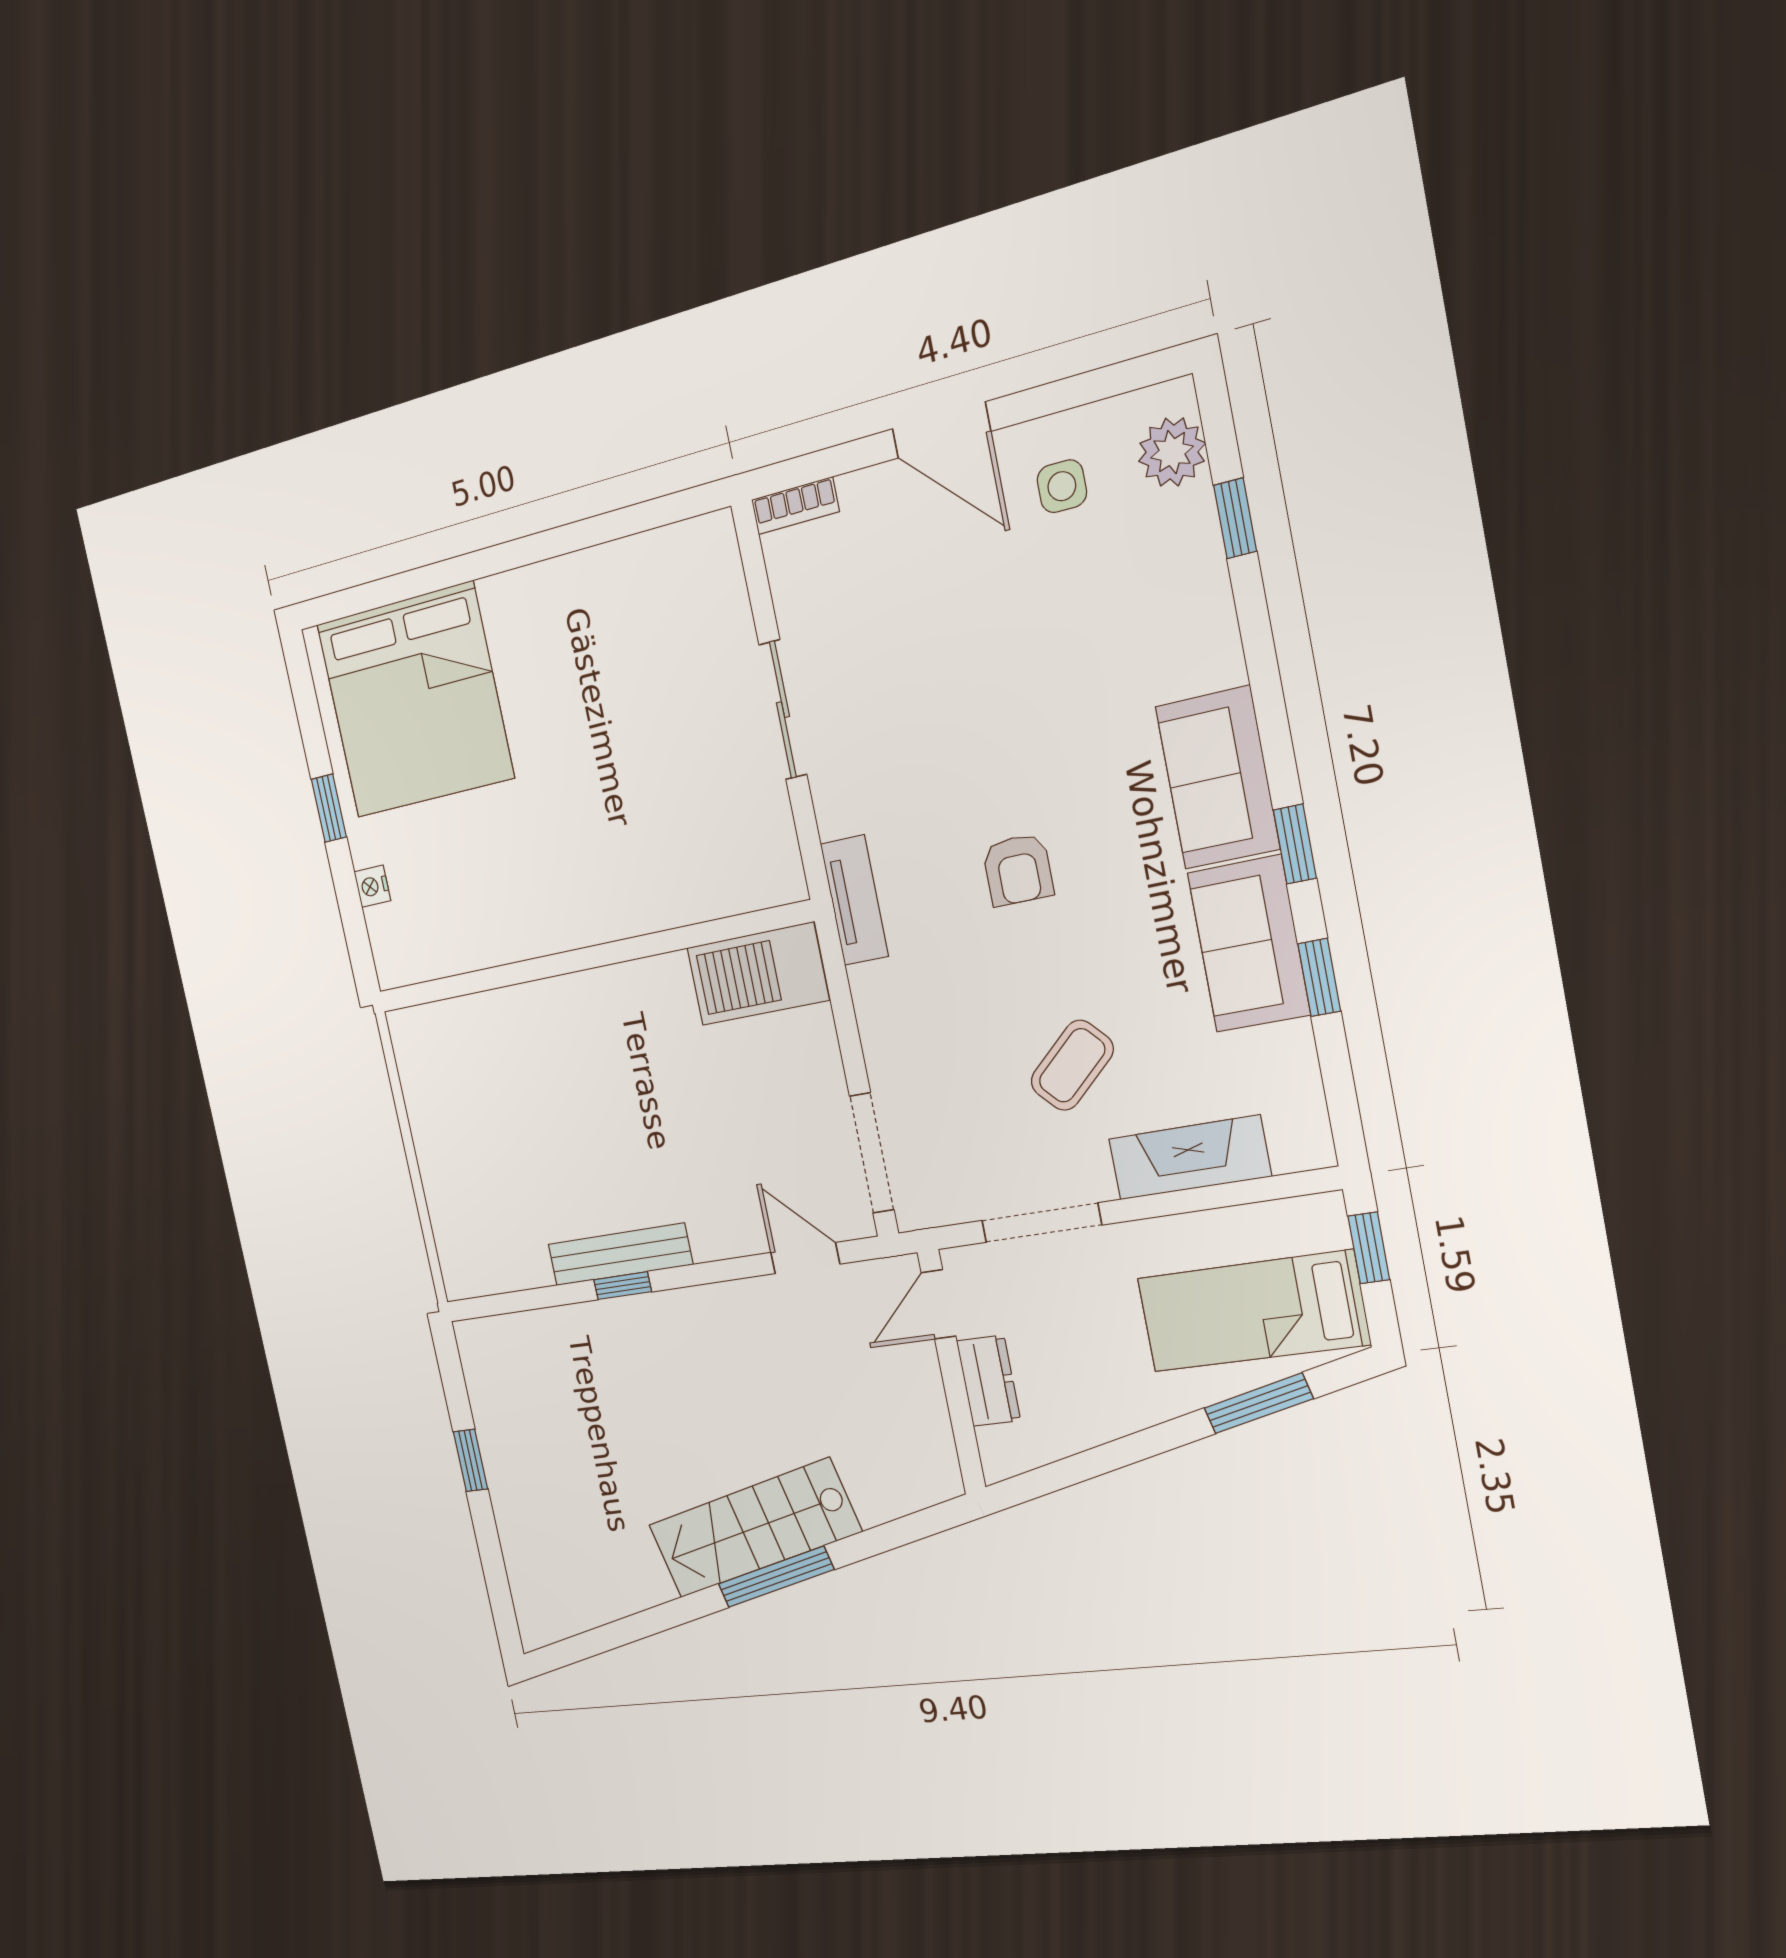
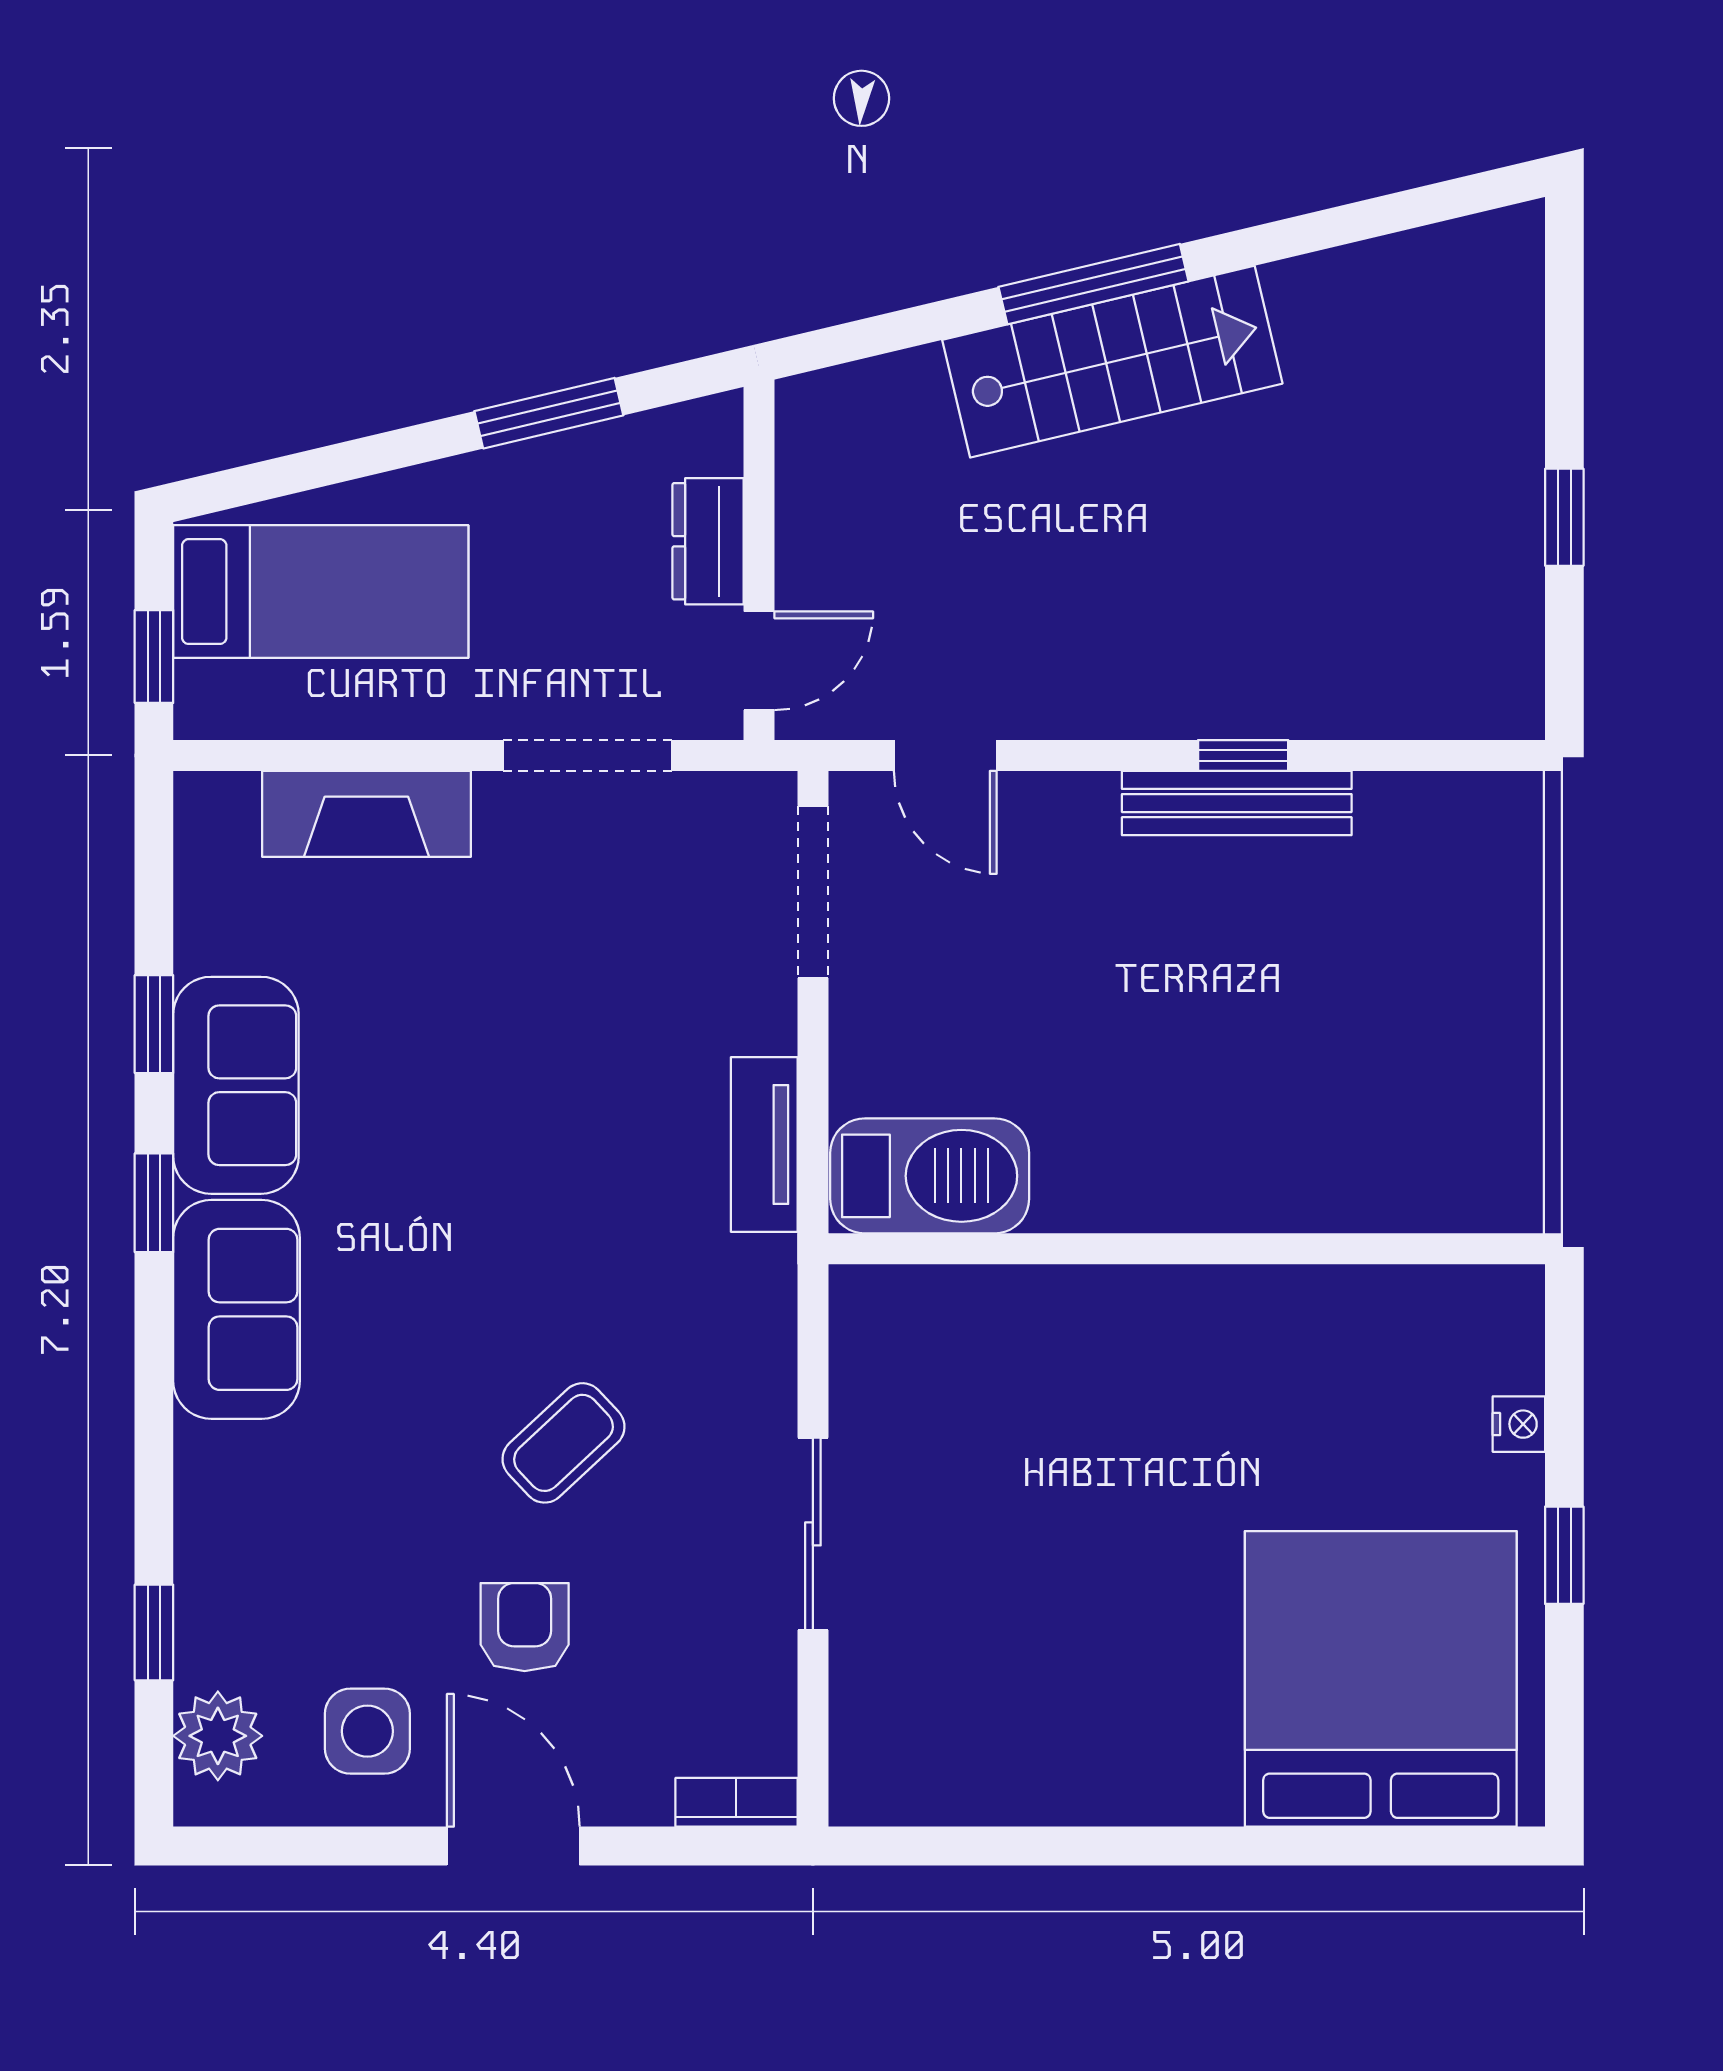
side table: (1062, 486) -> (367, 1731), width x1.37, depth x1.37
armchair: (1018, 870) -> (525, 1627), moved
tv unit: (854, 900) -> (764, 1144), moved
coffee table: (1072, 1065) -> (564, 1443), moved
window: (1258, 1403) -> (549, 413), moved

